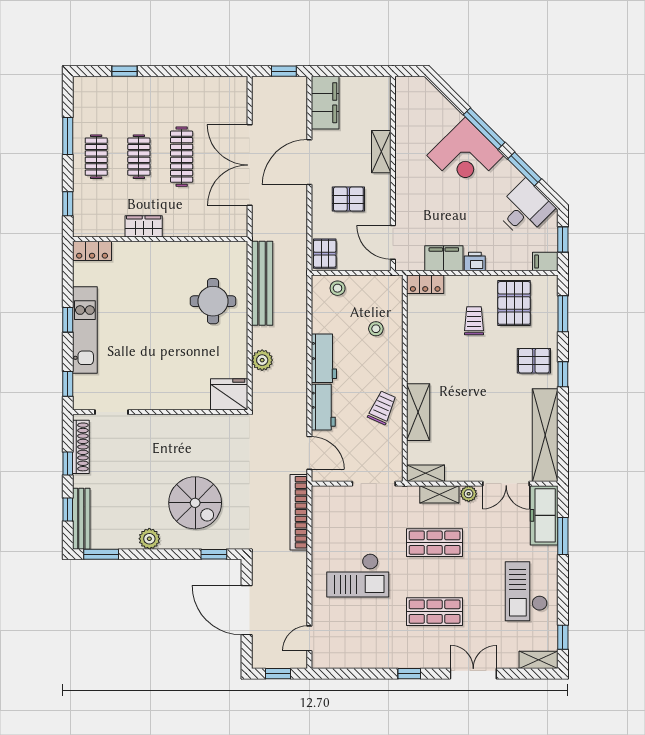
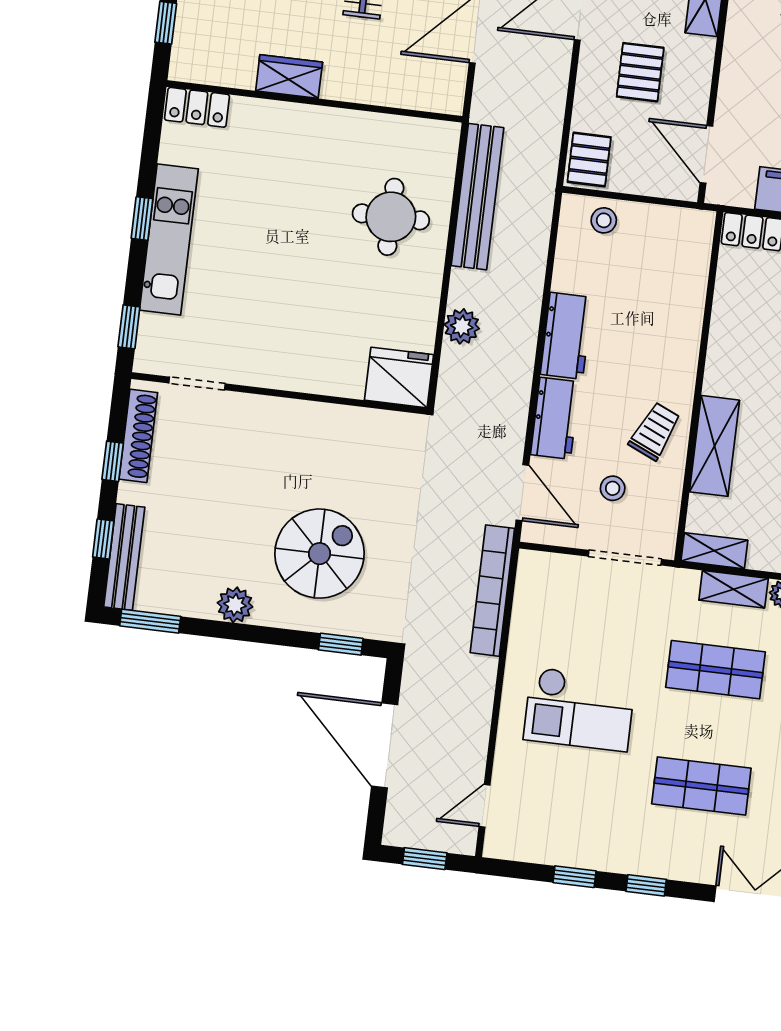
pallet: (348, 199) -> (640, 72), turned 90
stool: (376, 329) -> (613, 488), moved
spiral stairs: (195, 503) -> (320, 554), turned -90
window: (367, 674) -> (574, 877), added

